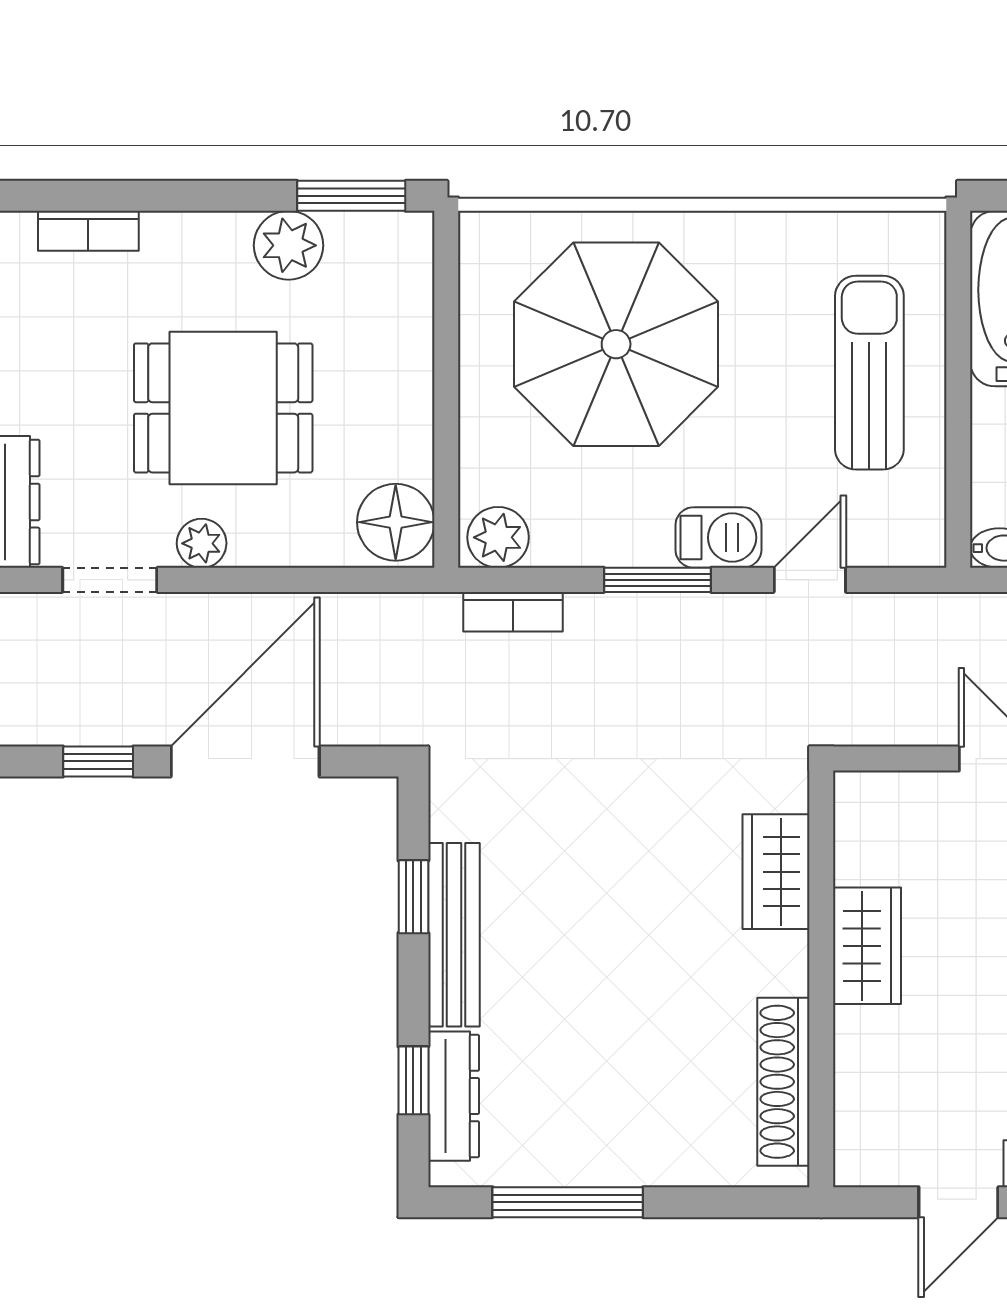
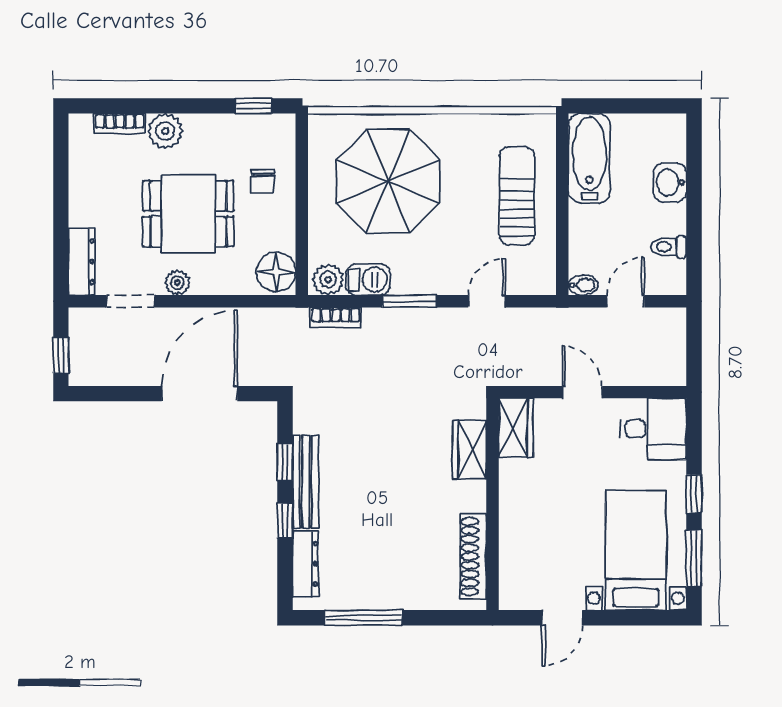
window: (351, 196) -> (253, 106), width x0.67
plant: (289, 245) -> (165, 131), moved
chair: (369, 344) -> (263, 181), added
barbecue: (718, 538) -> (368, 280), moved
window: (98, 761) -> (125, 394), removed
wardrobe: (867, 946) -> (516, 428), moved
window: (413, 1080) -> (285, 521), moved

